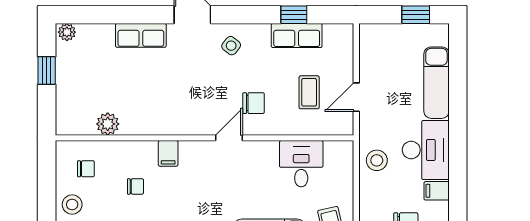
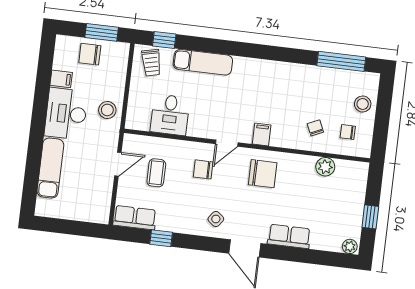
window: (416, 15) -> (61, 226), removed
row of seats: (297, 35) -> (135, 218), moved
chair: (182, 107) -> (263, 174), added
filing cabinet: (168, 153) -> (262, 134), moved
chair: (135, 186) -> (315, 128), moved, turned 65

